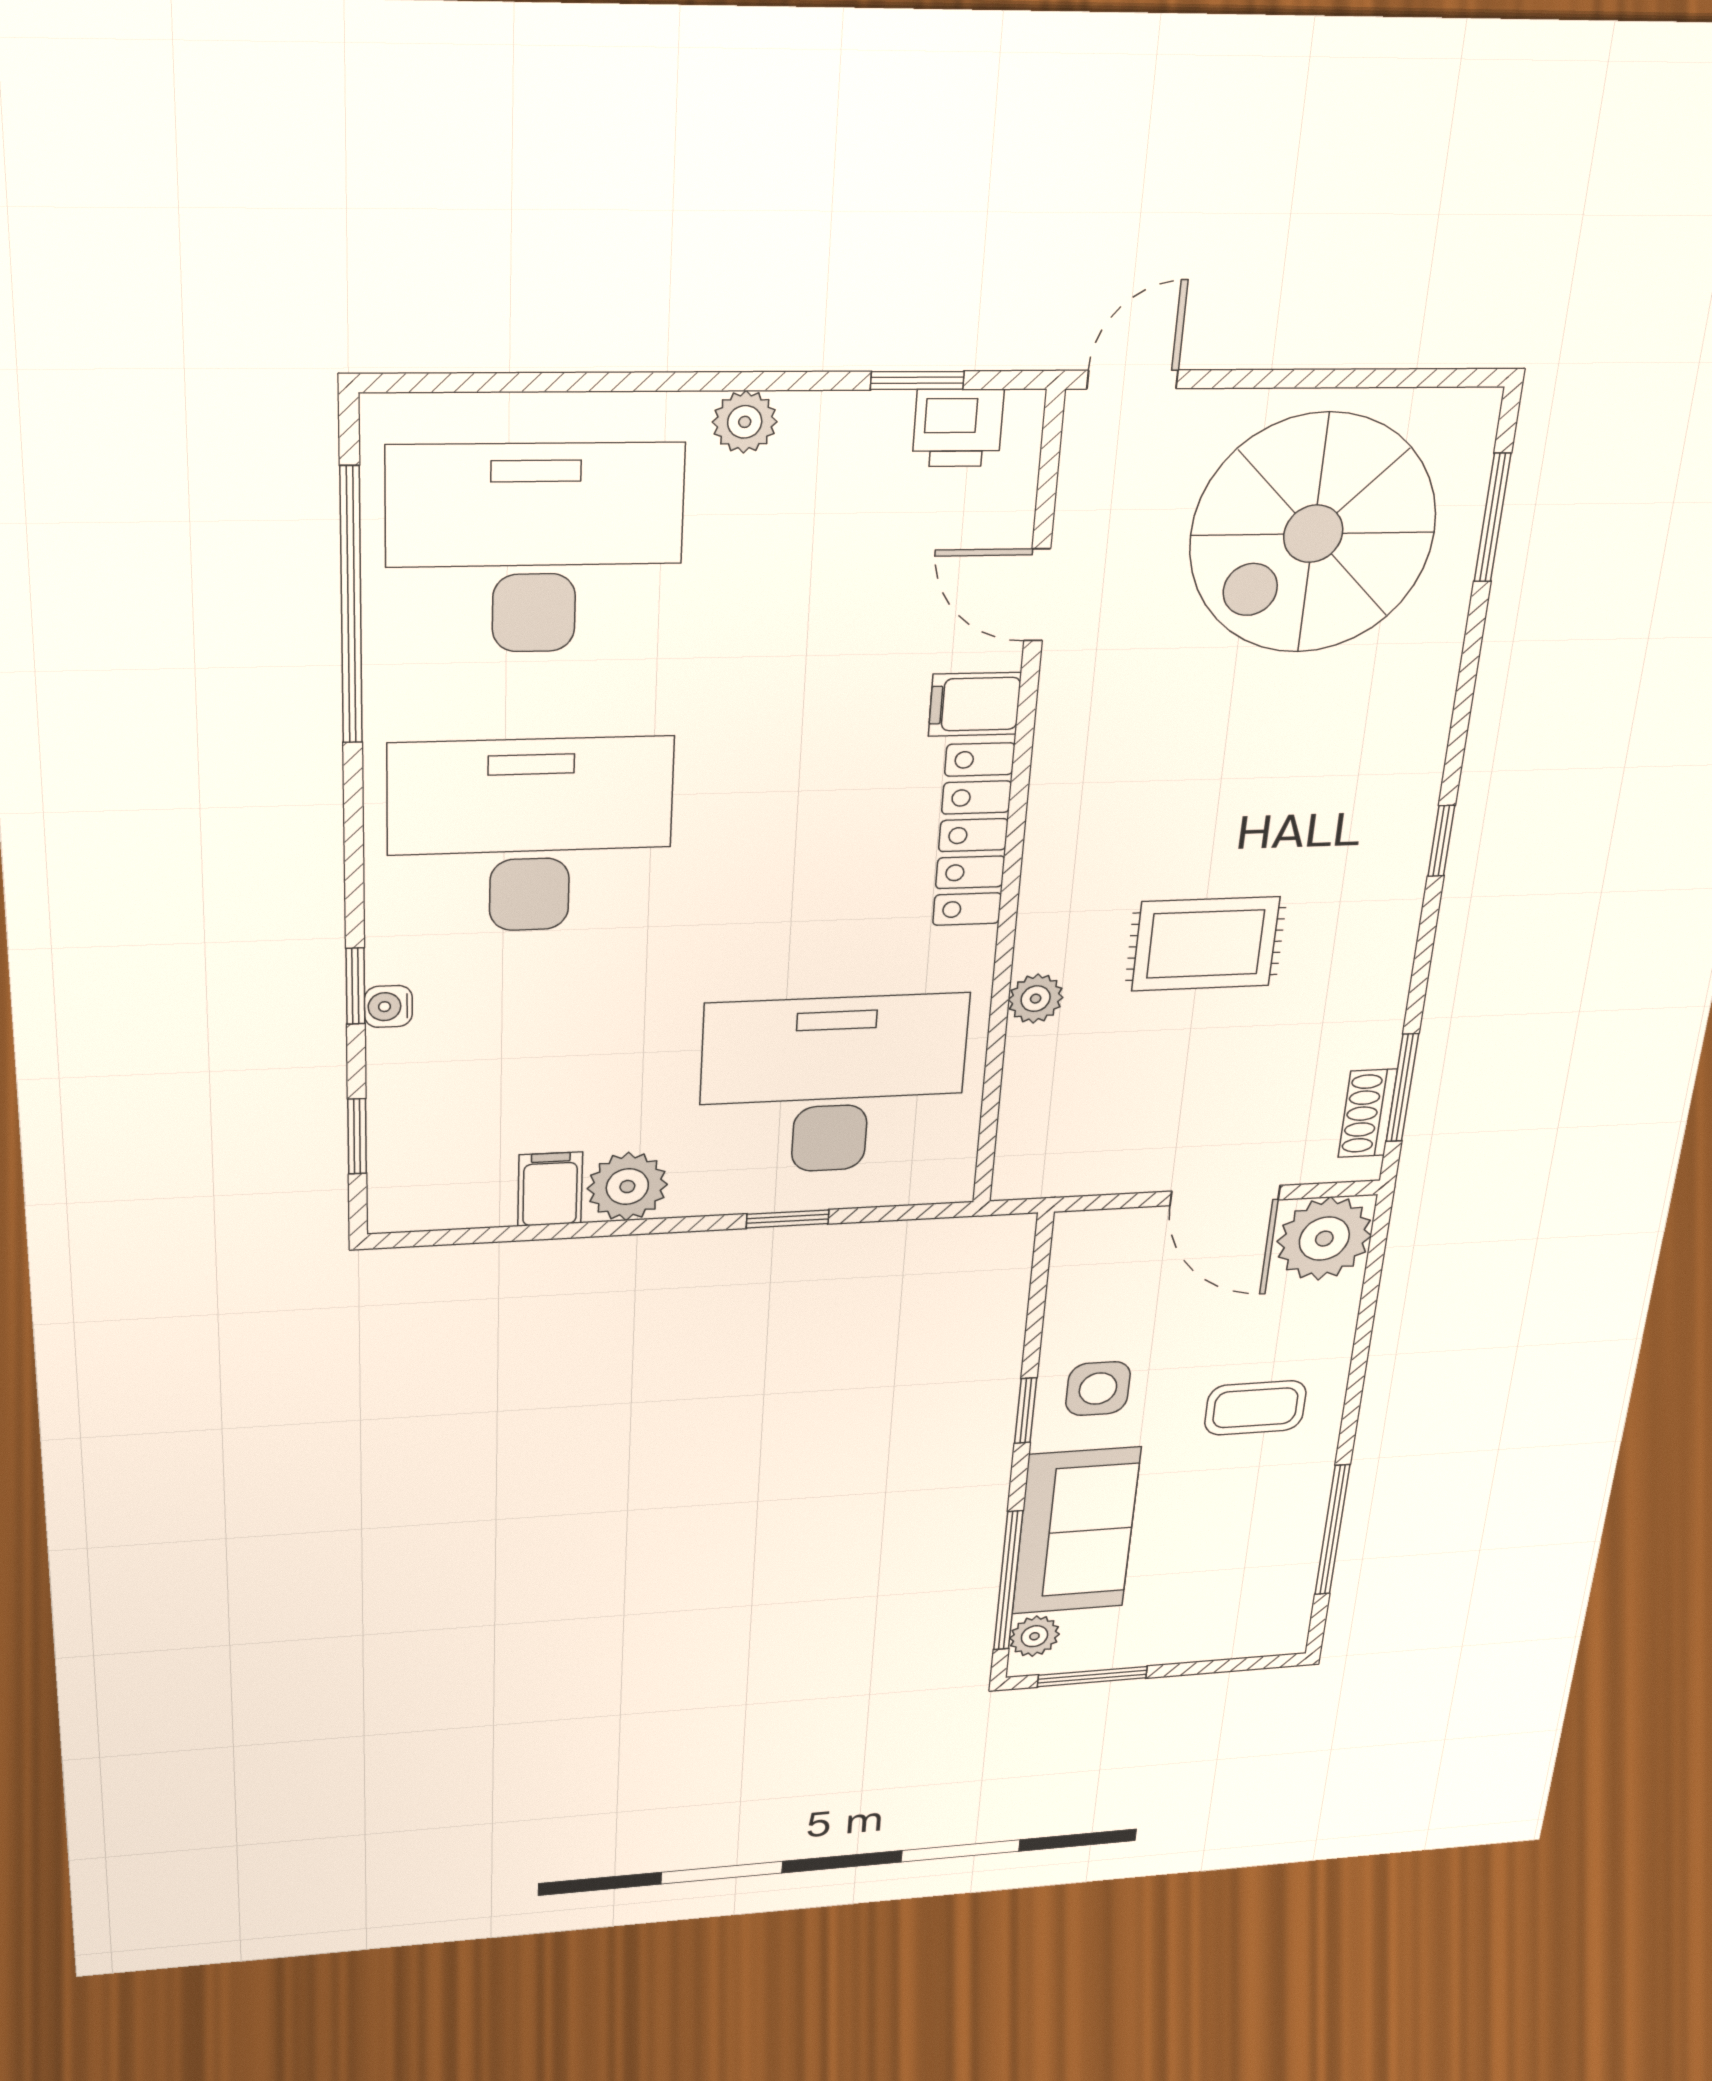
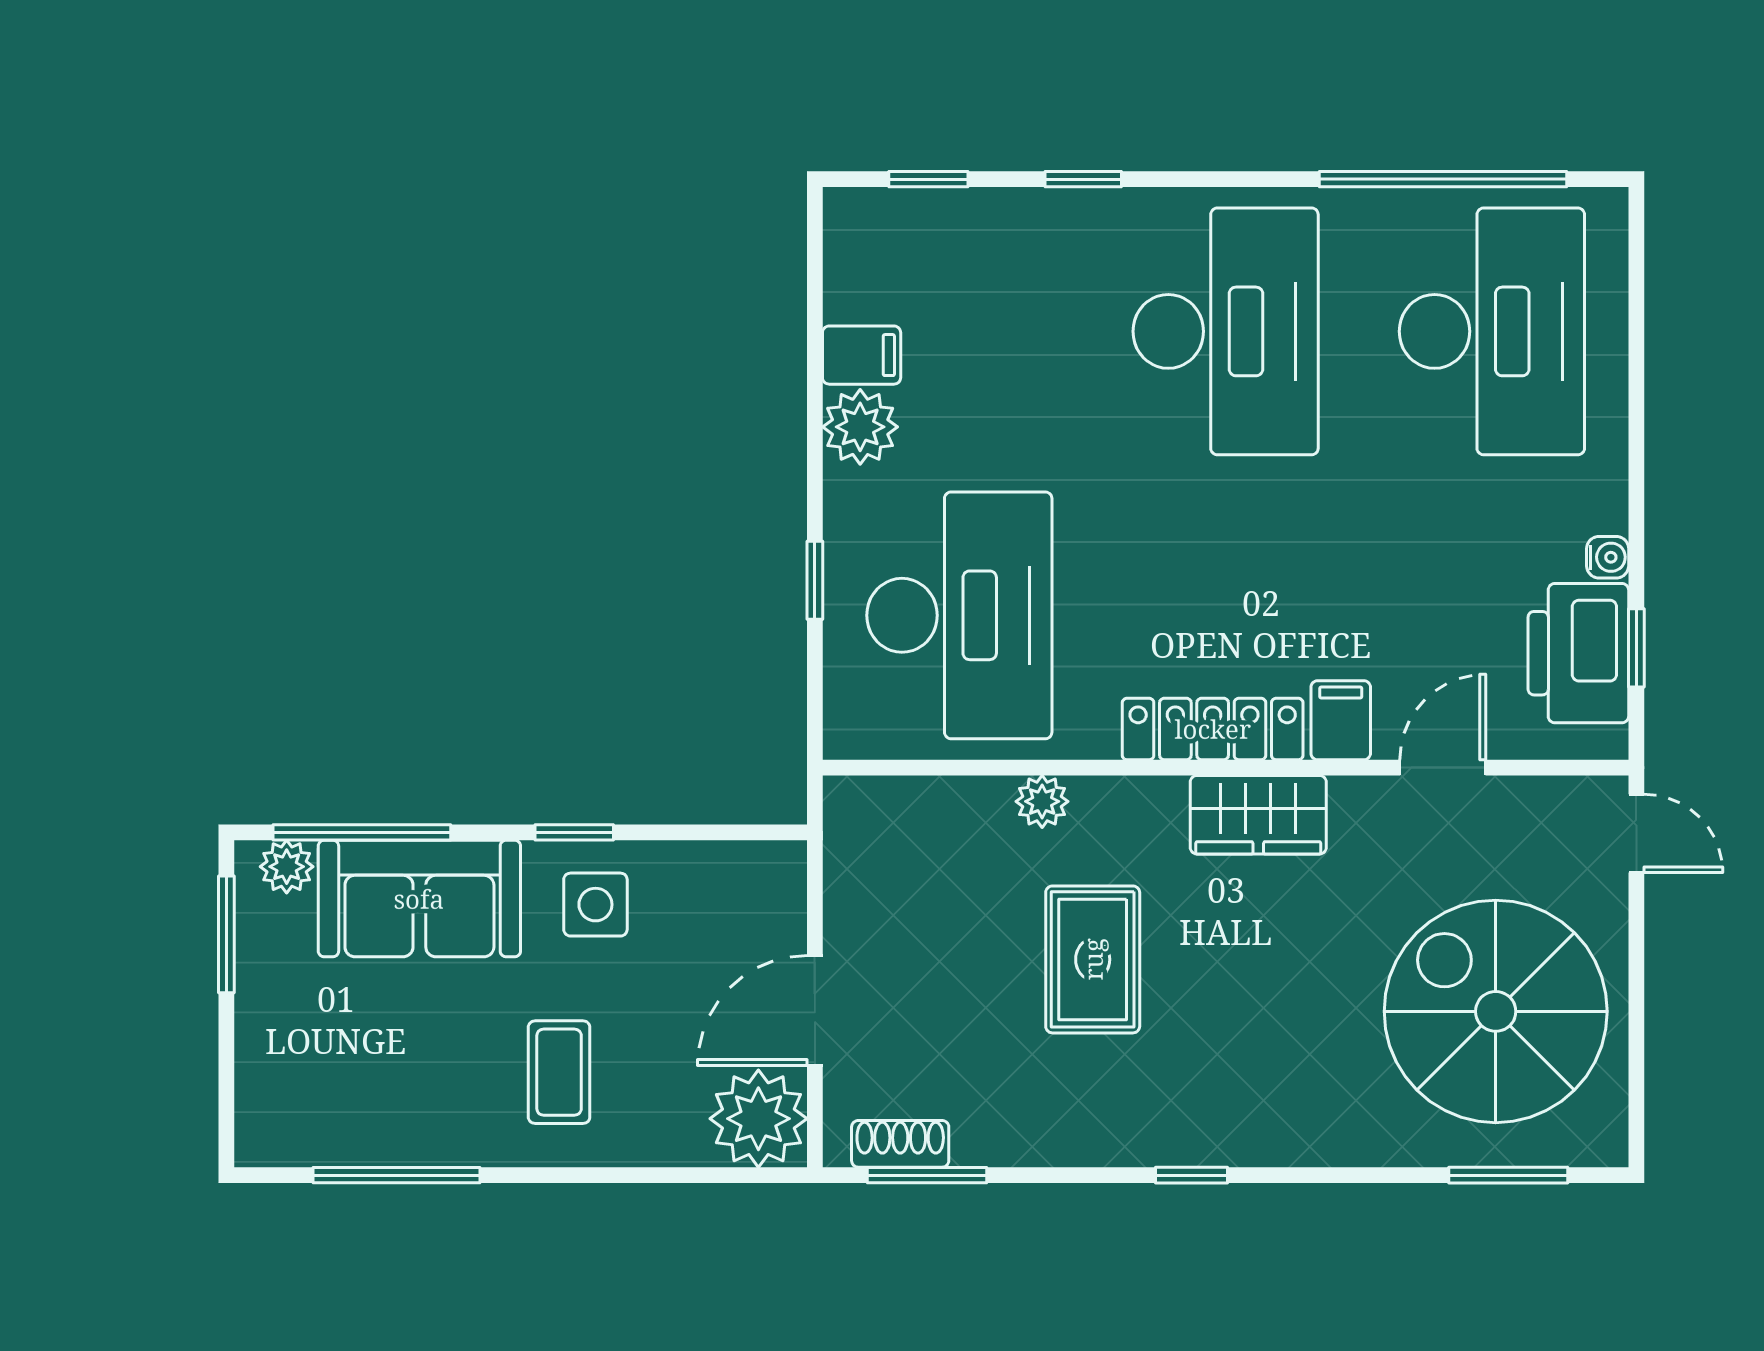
plant: (745, 422) -> (1601, 504), removed
printer: (958, 428) -> (1578, 653), width x1.87, depth x1.48
wardrobe: (1071, 786) -> (1258, 815), added
water cooler: (388, 1006) -> (1608, 557), moved, turned 90

